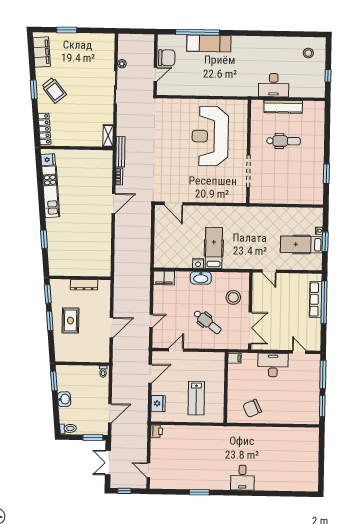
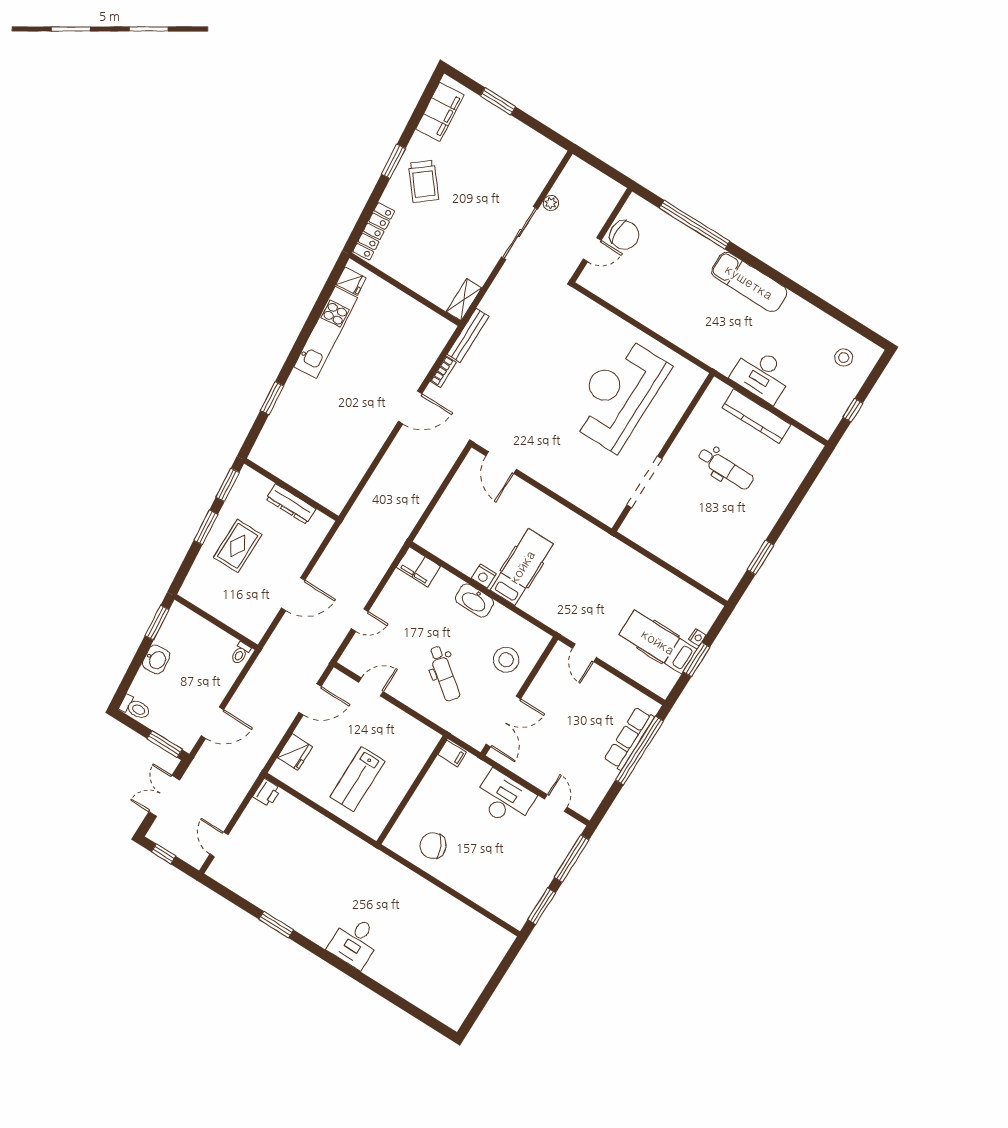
exam couch: (209, 43) -> (749, 282), moved

